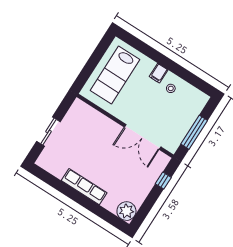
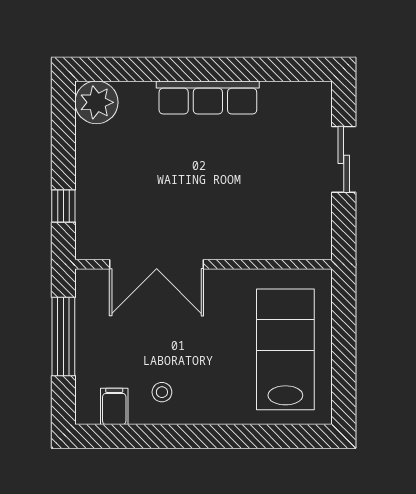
filing cabinet: (159, 73) -> (114, 406), moved
double door: (143, 137) -> (157, 264), swing flipped

